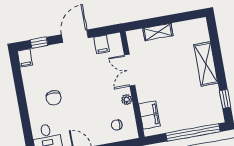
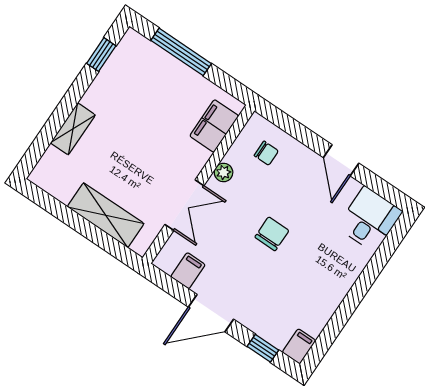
shelving: (158, 32) -> (106, 215), width x1.50, depth x1.33
shelving: (206, 64) -> (73, 129), width x0.67, depth x0.75
chair: (54, 98) -> (272, 234), moved
window: (193, 132) -> (181, 52), width x0.68

